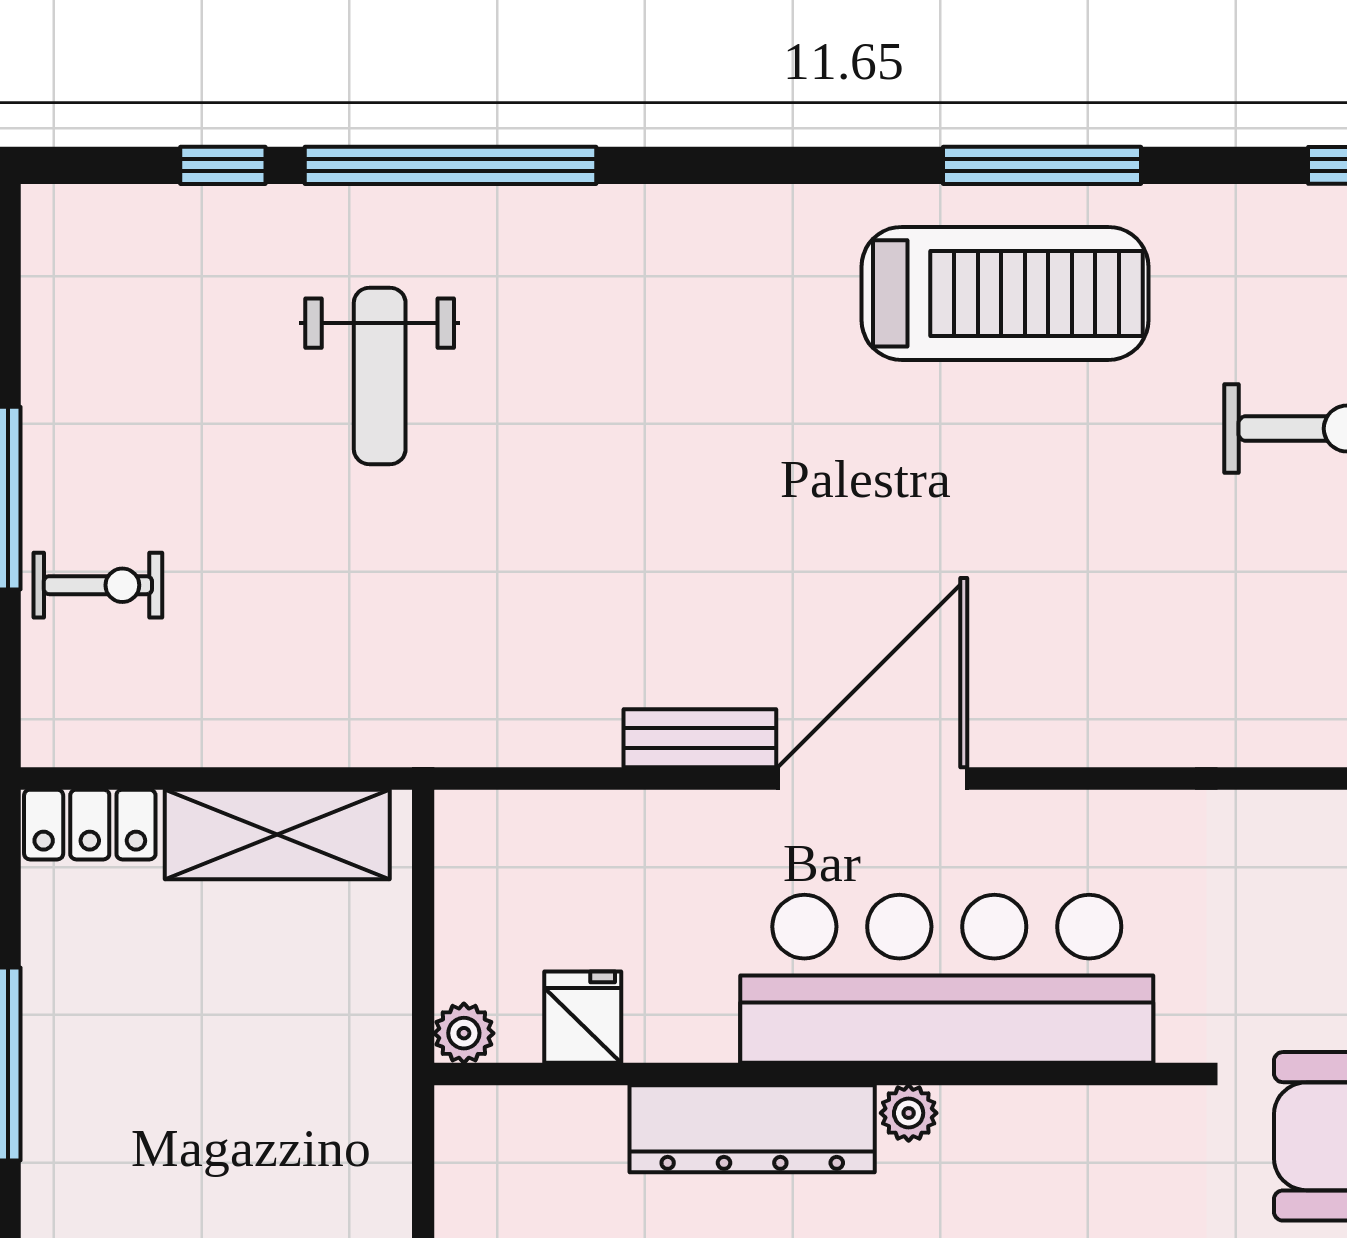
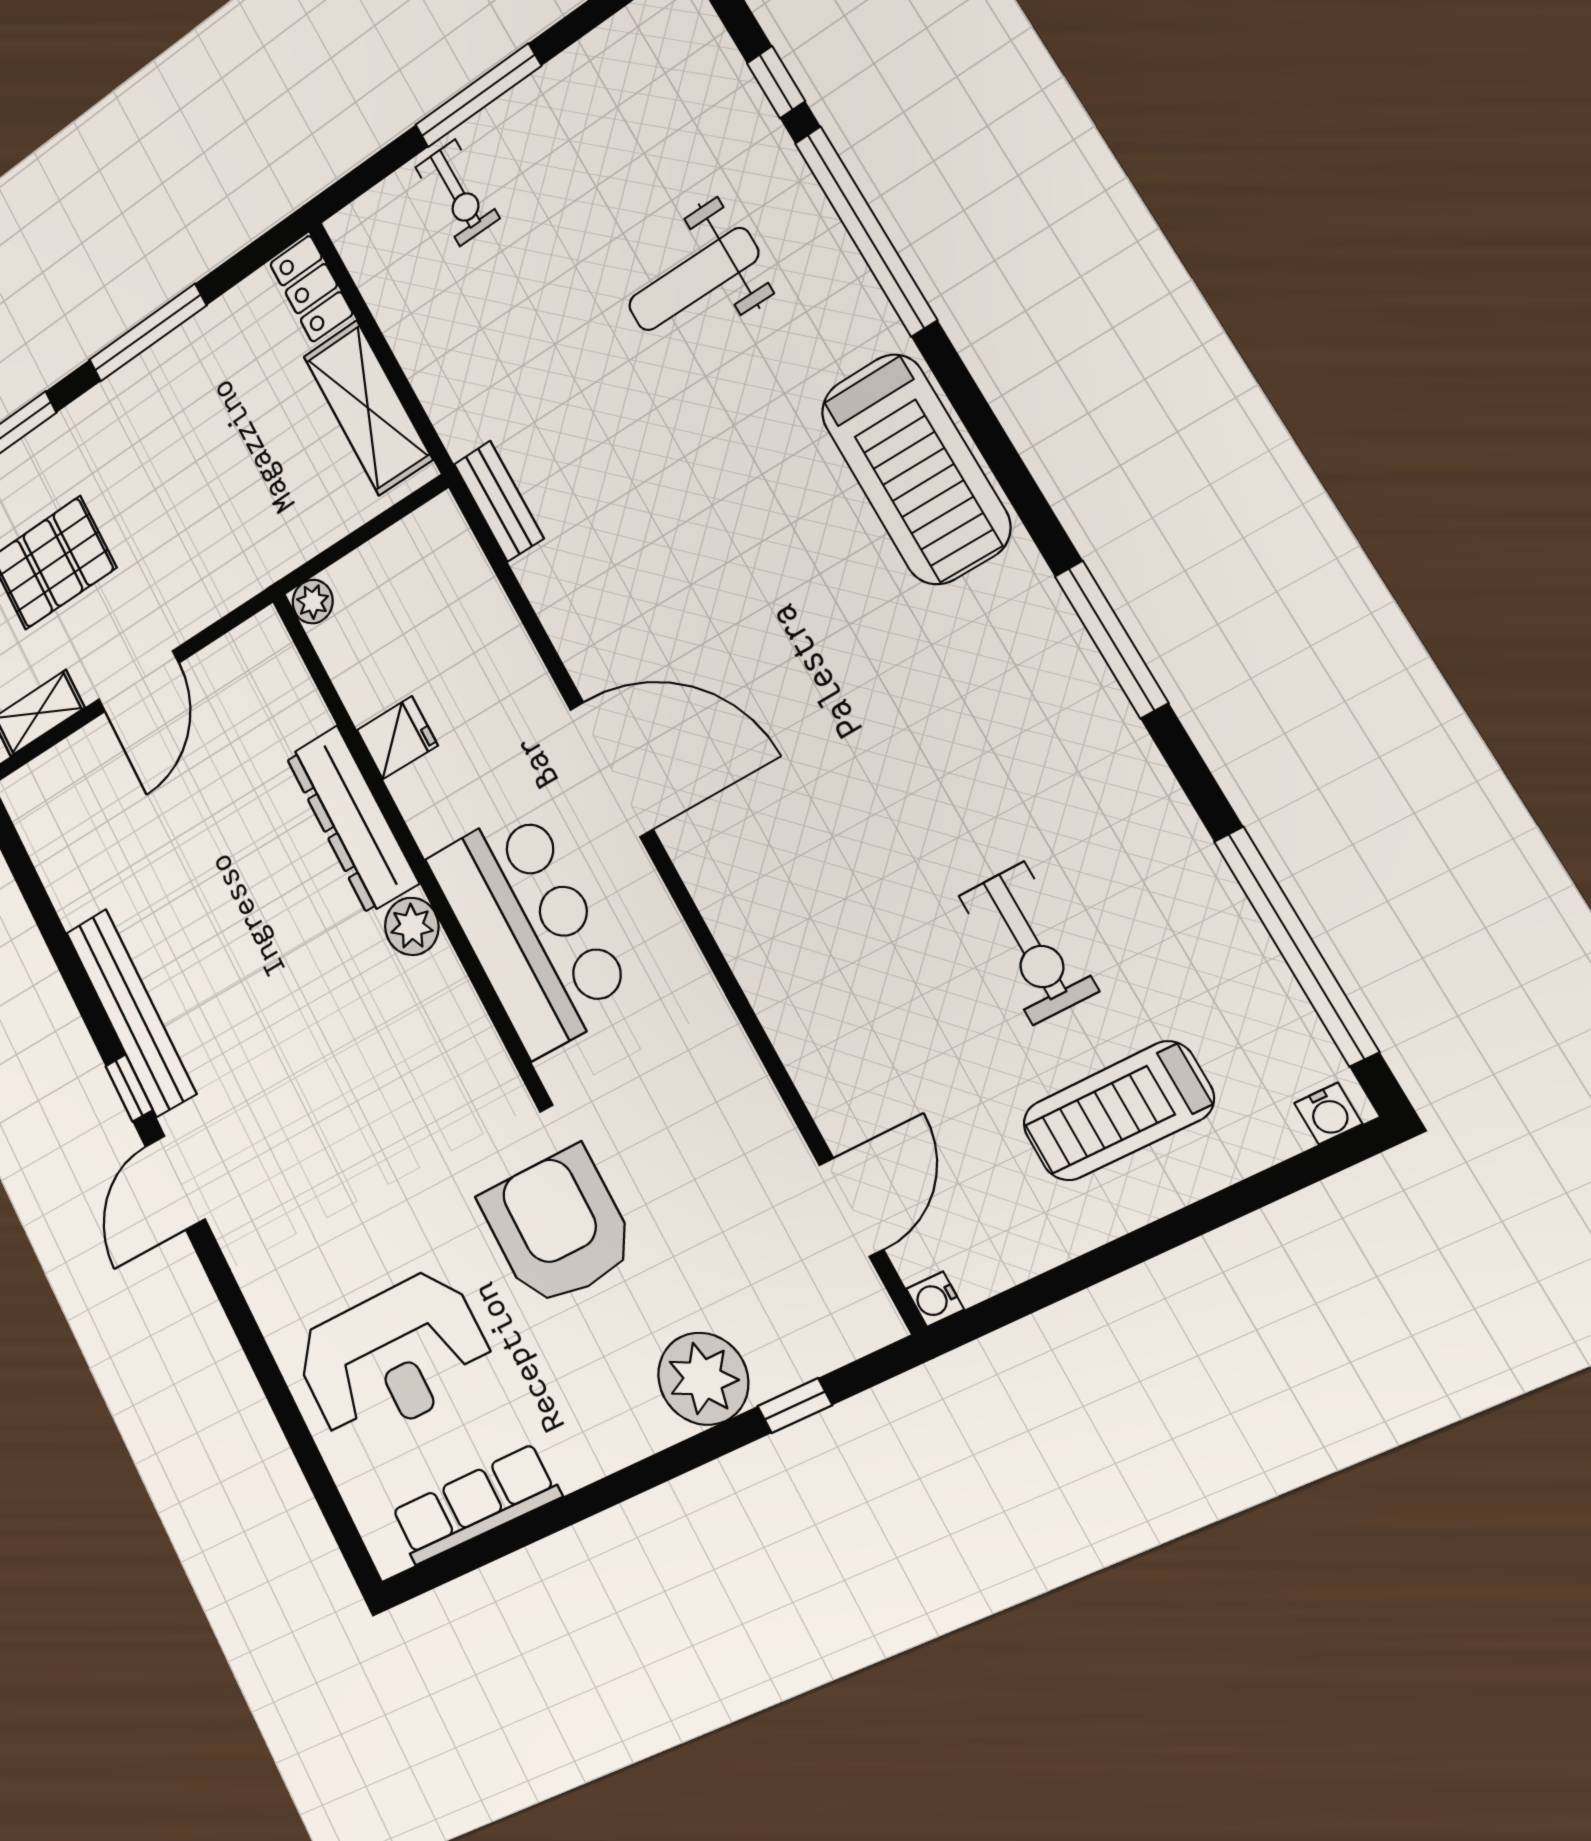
treadmill: (1005, 293) -> (915, 469), moved
bench: (700, 738) -> (499, 501), moved
bar counter: (947, 979) -> (530, 930), width x0.73
fridge: (583, 1017) -> (397, 738), moved
plant: (909, 1113) -> (412, 926), width x1.38, depth x1.38

